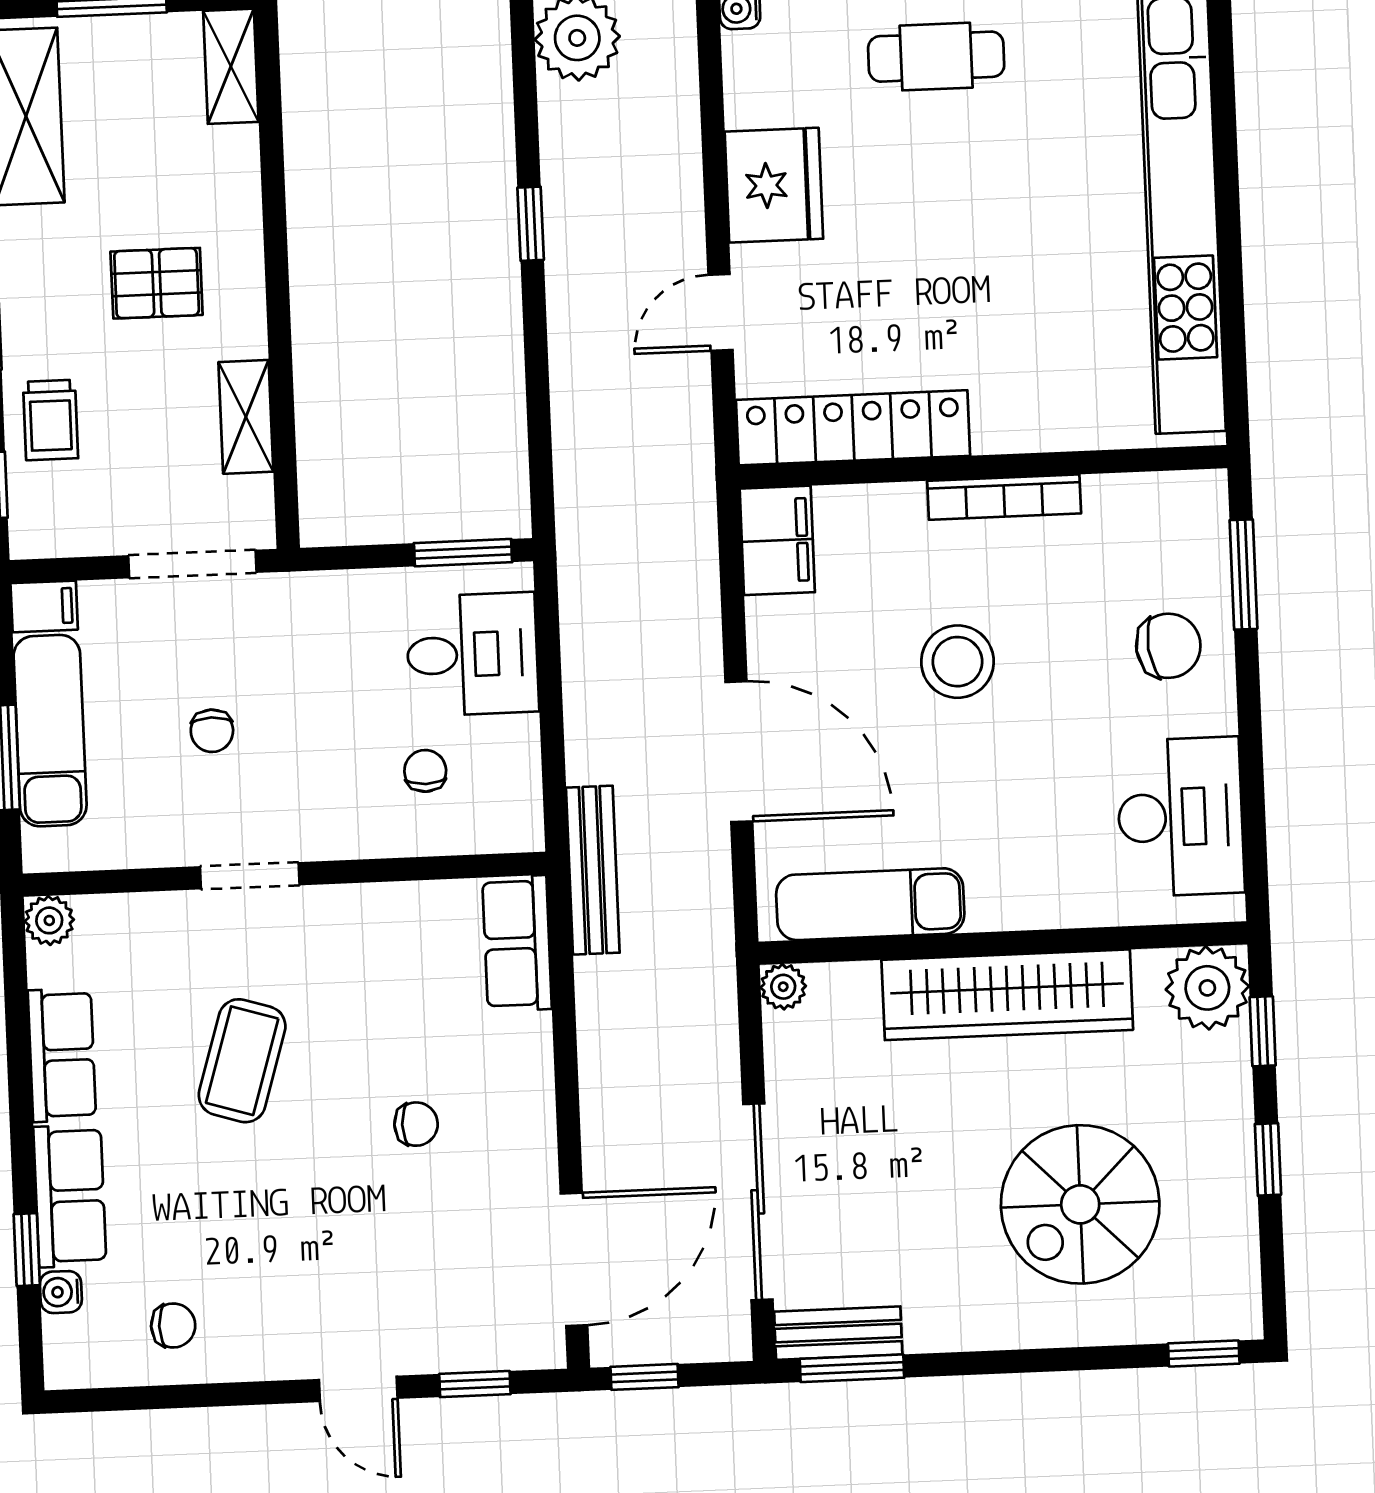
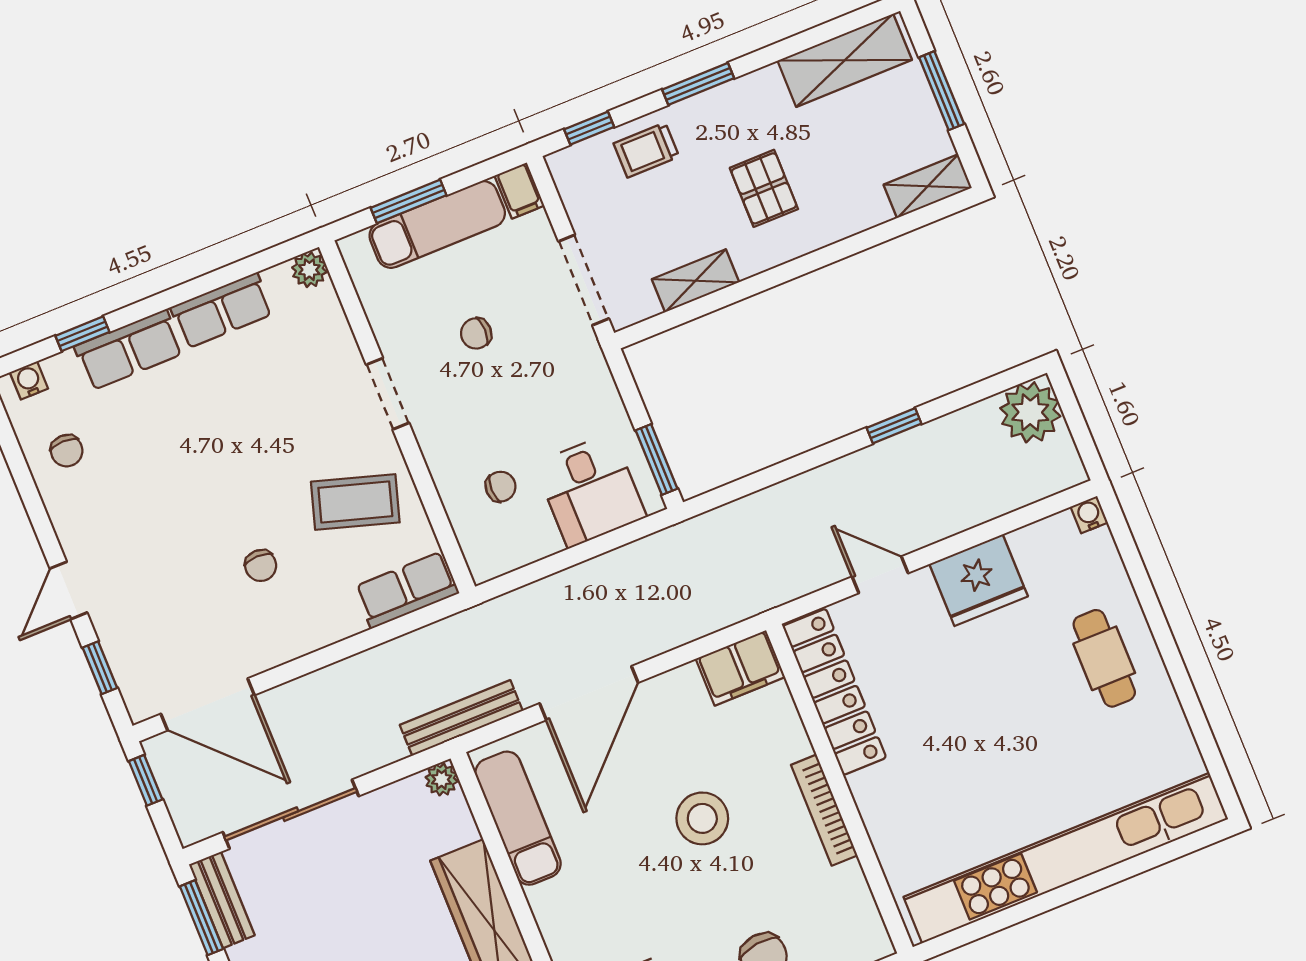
bench: (593, 870) -> (461, 718), moved
coffee table: (242, 1061) -> (355, 502), moved
water cooler: (61, 1292) -> (29, 380), moved

